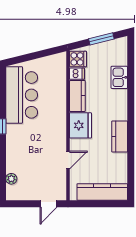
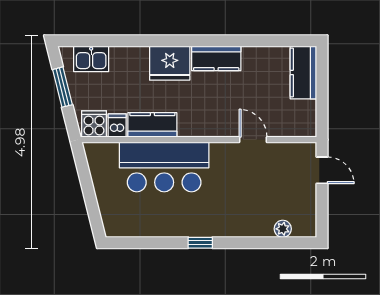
kitchen sink: (119, 77) -> (91, 59), moved
bar counter: (22, 95) -> (164, 167), moved, turned 180
fridge: (80, 125) -> (170, 63), moved, turned 180
kitchen counter: (102, 192) -> (303, 72), width x0.67

